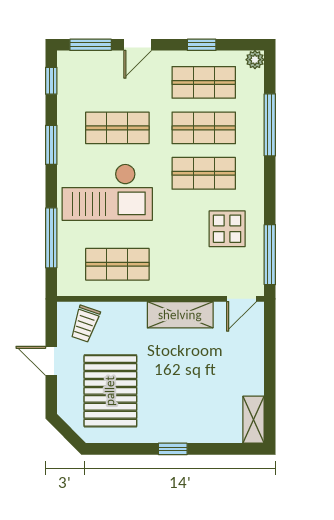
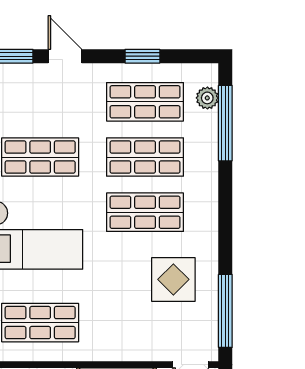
door: (138, 45) -> (65, 56), swing flipped
plant: (255, 60) -> (207, 98), moved
window: (270, 125) -> (225, 123), moved

